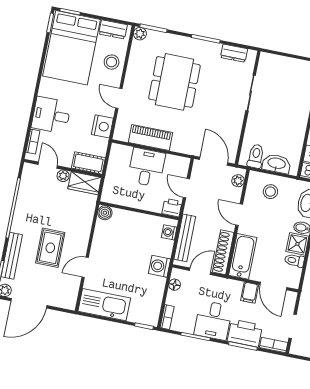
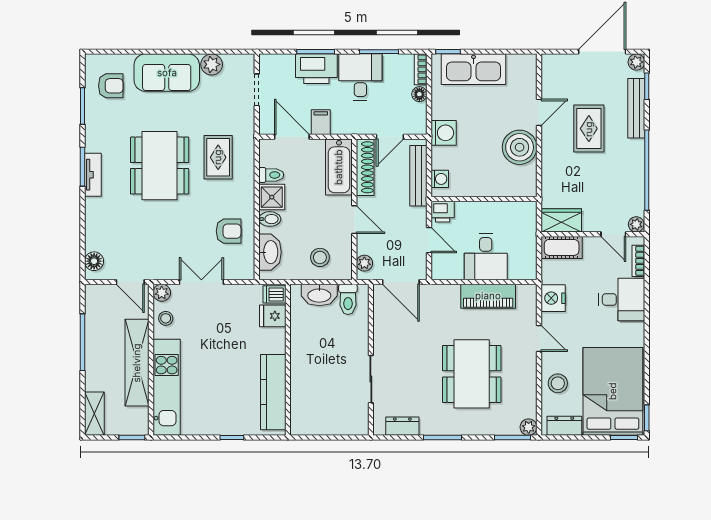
plant: (63, 176) -> (636, 224), moved
boiler: (105, 213) -> (520, 147), moved, width x1.86, depth x1.86
floor lamp: (175, 285) -> (419, 94), moved
kitchen sink: (104, 305) -> (473, 69), moved
bookcase: (274, 345) -> (276, 61), removed

